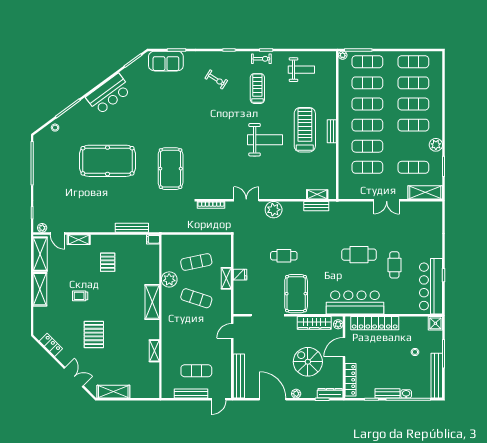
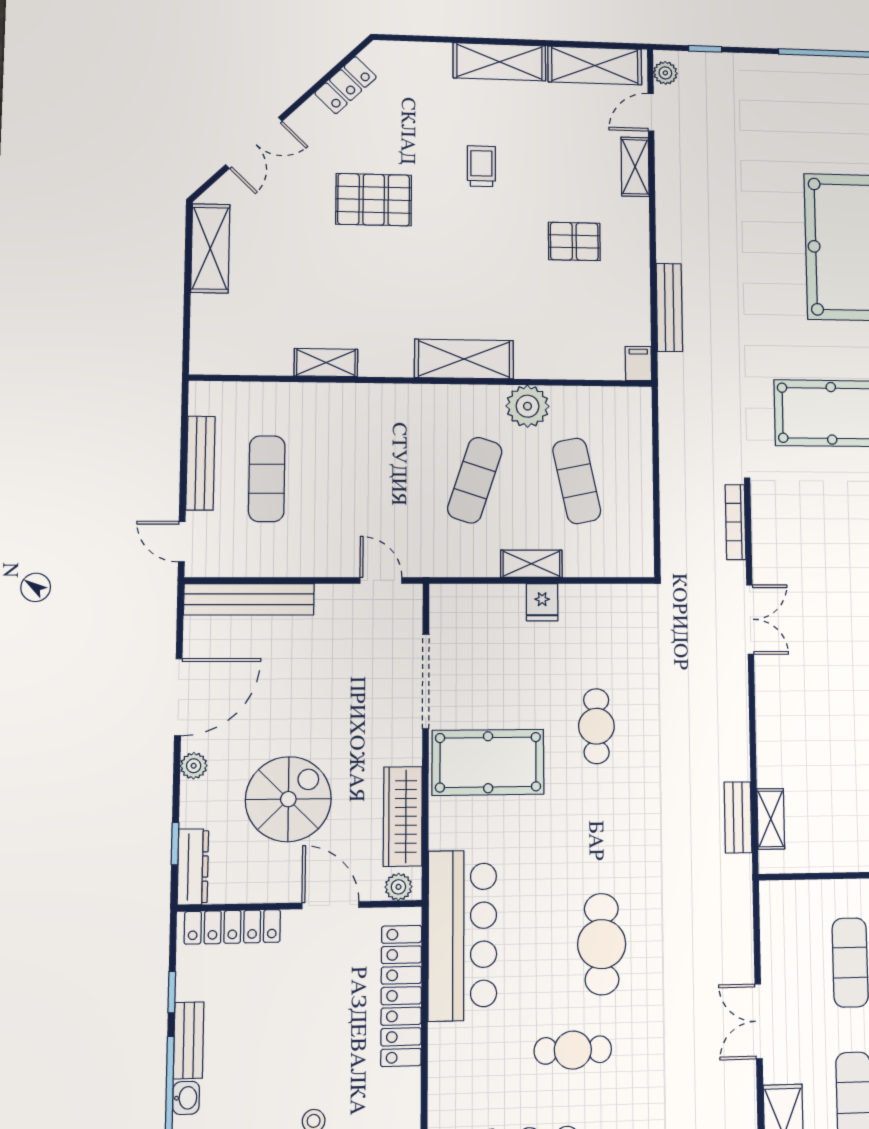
plant: (274, 210) -> (726, 696), removed

